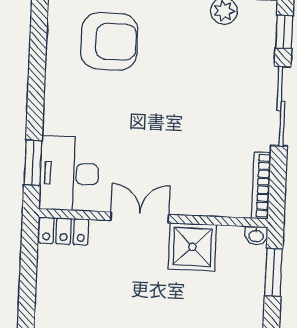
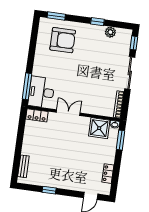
window: (33, 163) -> (27, 86), width x1.44
shower: (192, 247) -> (99, 128), moved

